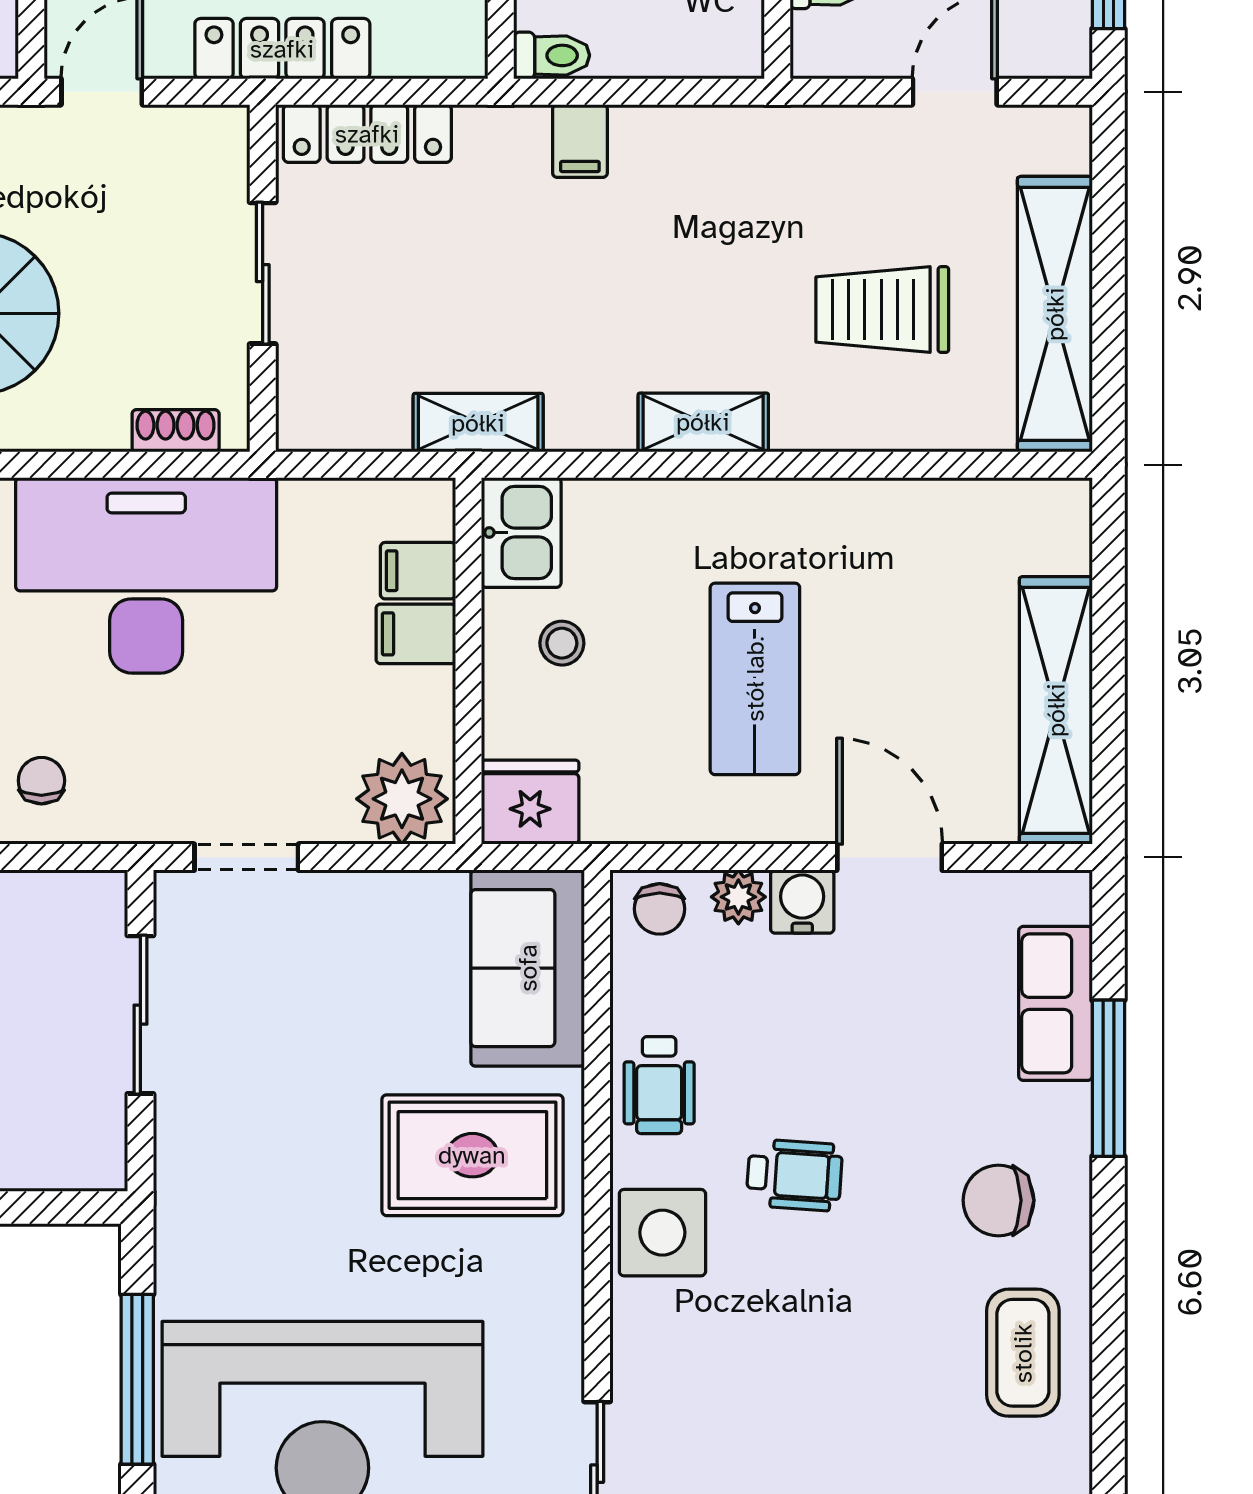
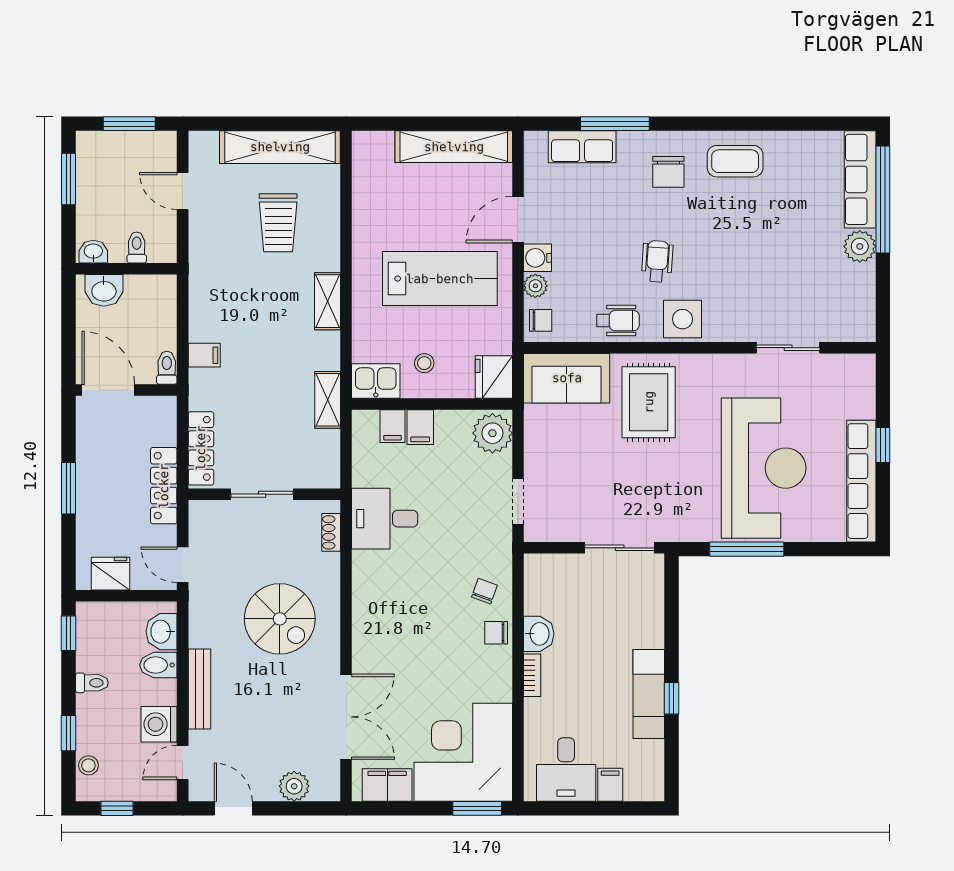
desk: (146, 575) -> (385, 519), width x0.53, depth x0.77
lab bench: (755, 679) -> (440, 279), width x1.36, depth x1.39
chair: (41, 781) -> (484, 591), turned 110
sliding door: (140, 1015) -> (620, 548), moved

